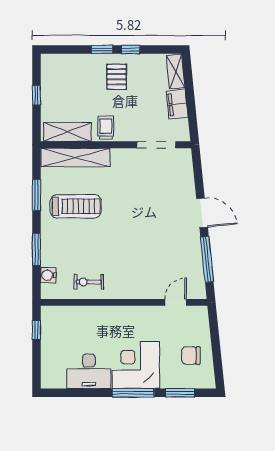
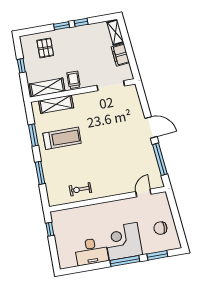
pallet: (117, 77) -> (45, 48), moved
shelving: (75, 157) -> (56, 104), width x0.68
water cooler: (48, 275) -> (51, 189), removed

